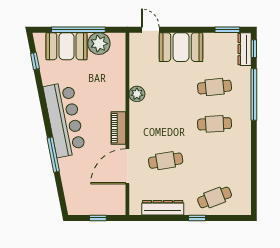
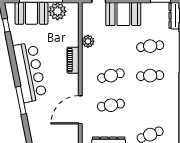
plant: (137, 94) -> (88, 41), moved
cafe table: (166, 124) -> (111, 76), added
piano: (118, 128) -> (73, 60), moved

